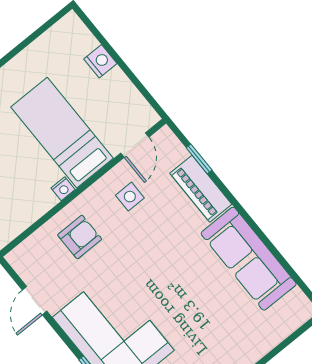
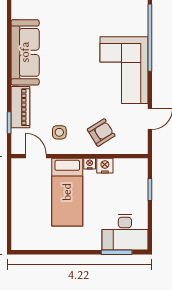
nightstand: (100, 61) -> (105, 166), moved, turned 90
door: (135, 145) -> (36, 156), hinge flipped
armchair: (80, 237) -> (101, 133), turned 148

